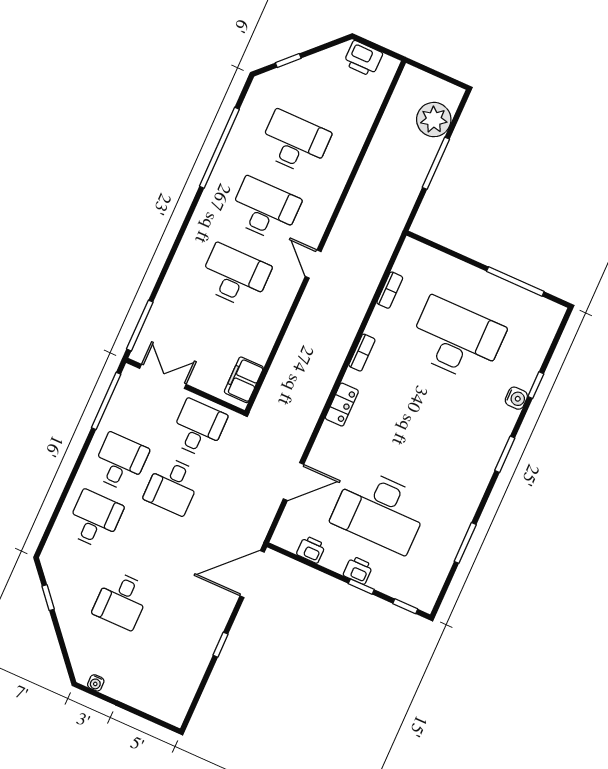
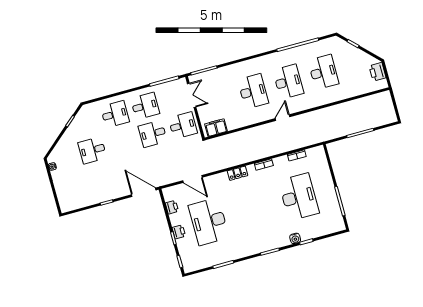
plant: (434, 120) -> (376, 118), removed

